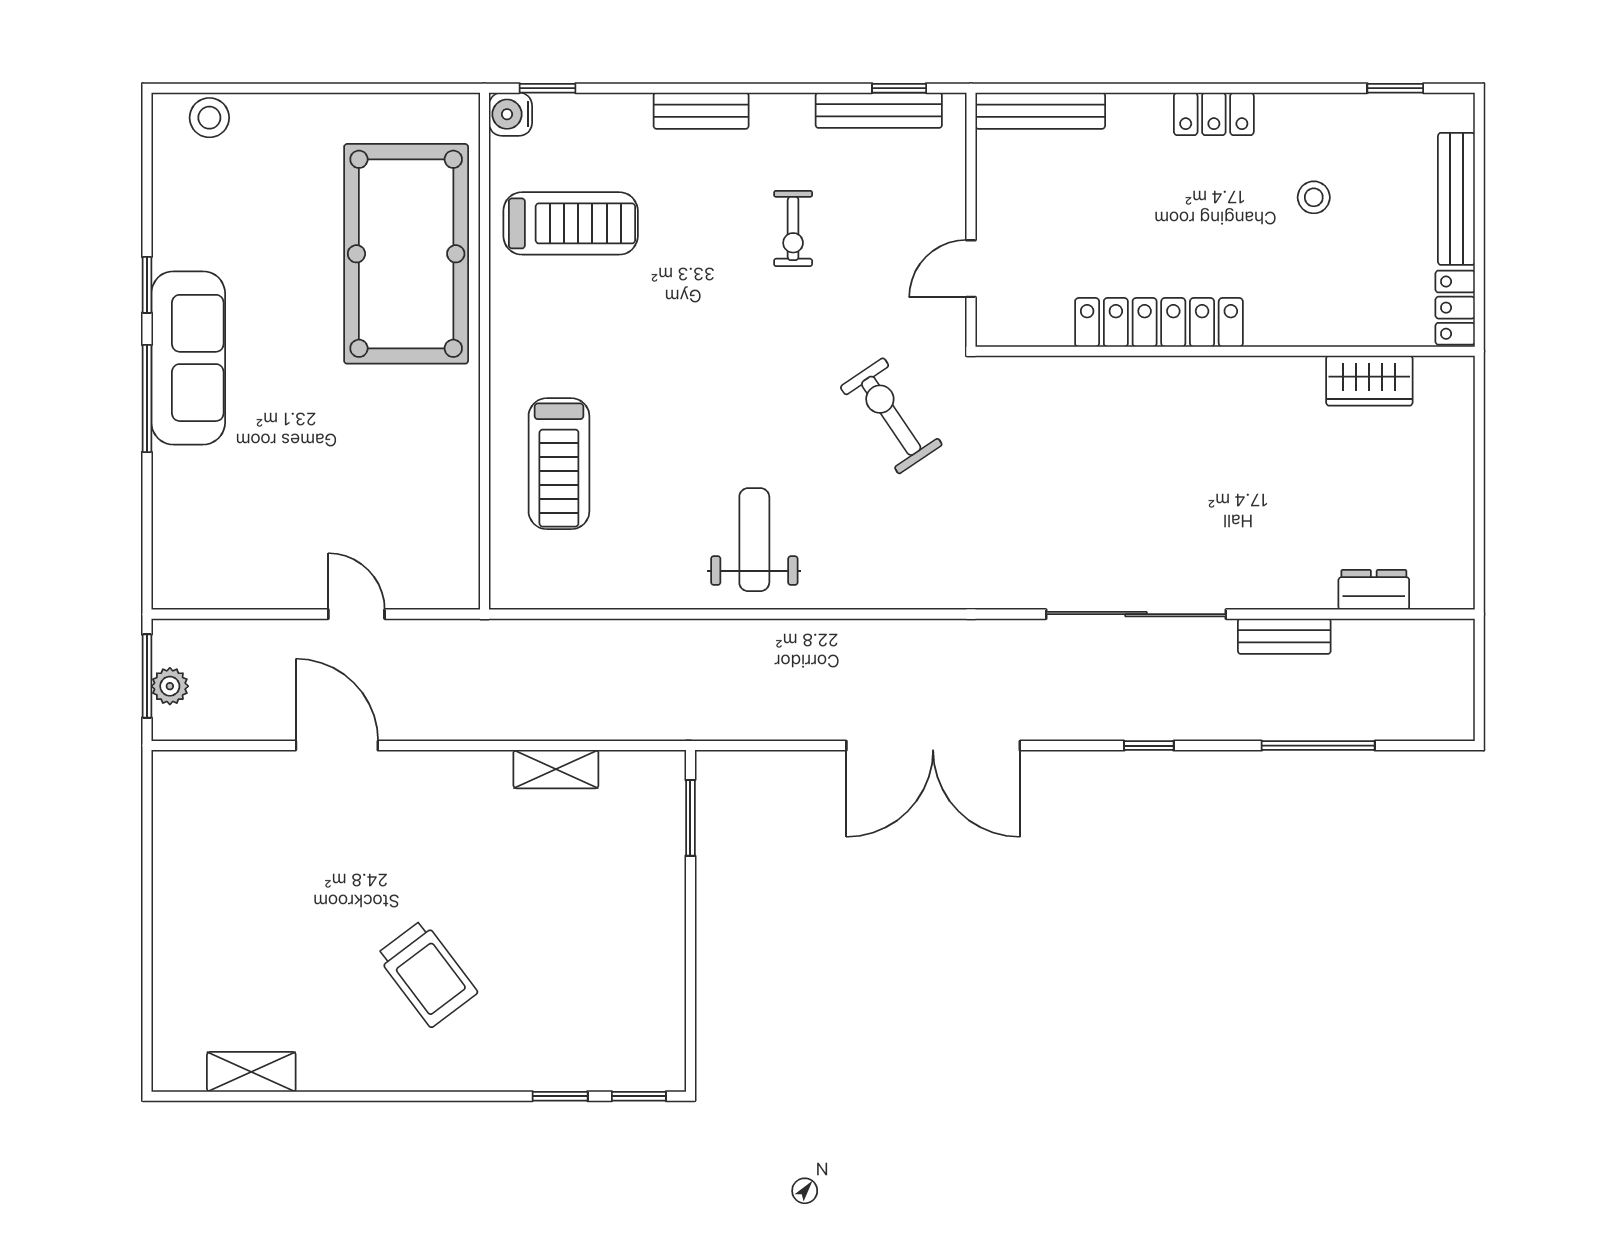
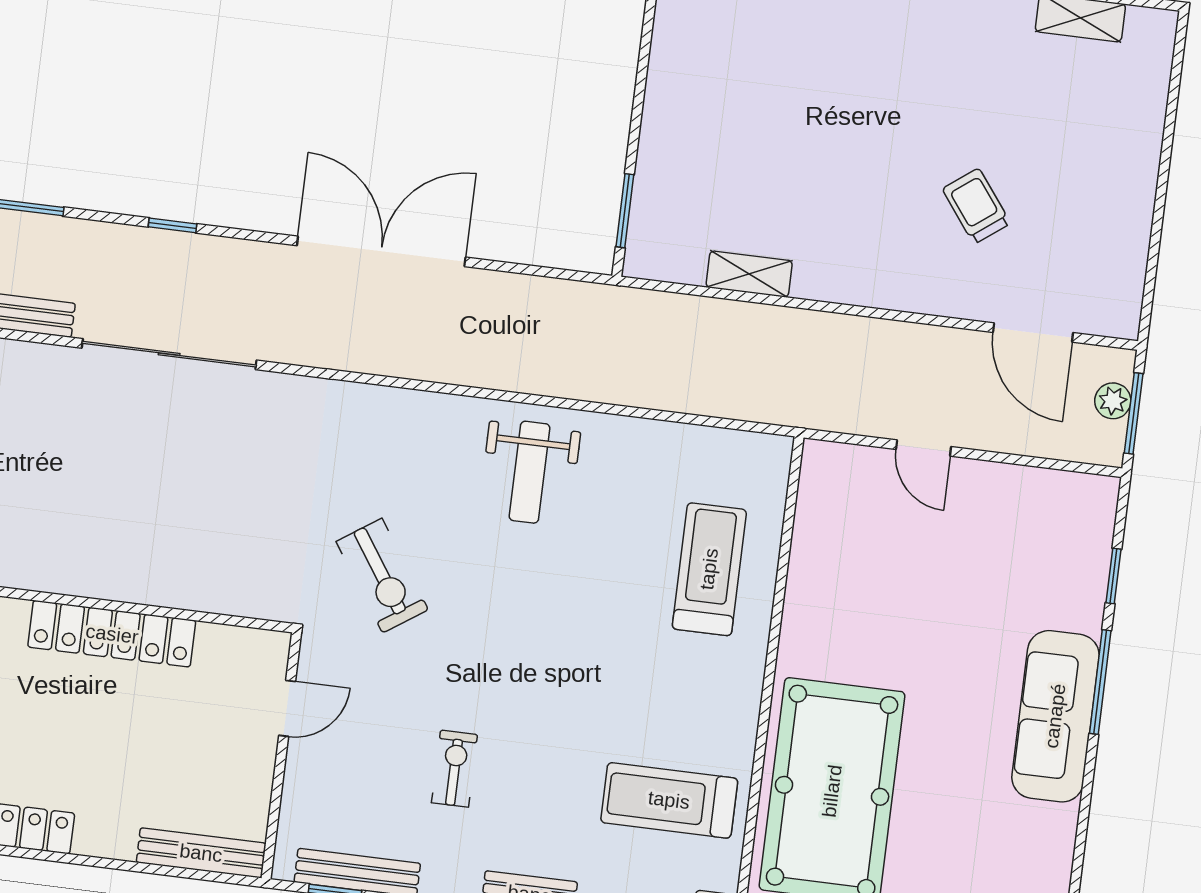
window: (147, 285) -> (1113, 576), moved
door: (337, 746) -> (1033, 333), moved
trolley: (427, 974) -> (976, 206), moved, width x0.73, depth x0.72

